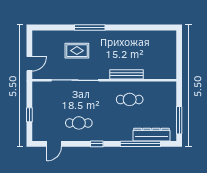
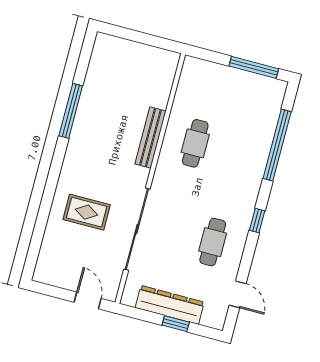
window: (90, 28) -> (71, 111), moved
rug: (77, 51) -> (87, 212), turned 90
dresser: (151, 135) -> (170, 305), moved, turned 90

